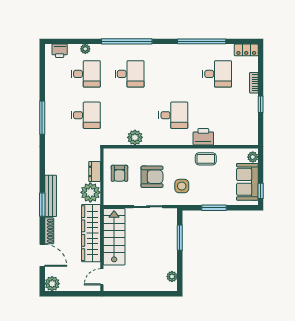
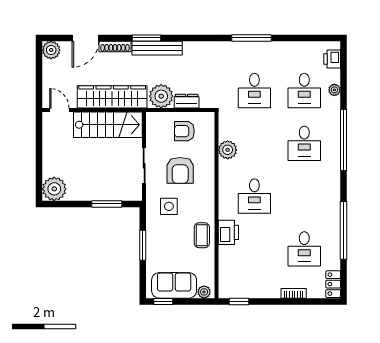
window: (261, 104) -> (239, 301), moved
plant: (172, 277) -> (54, 189), width x1.88, depth x1.88

